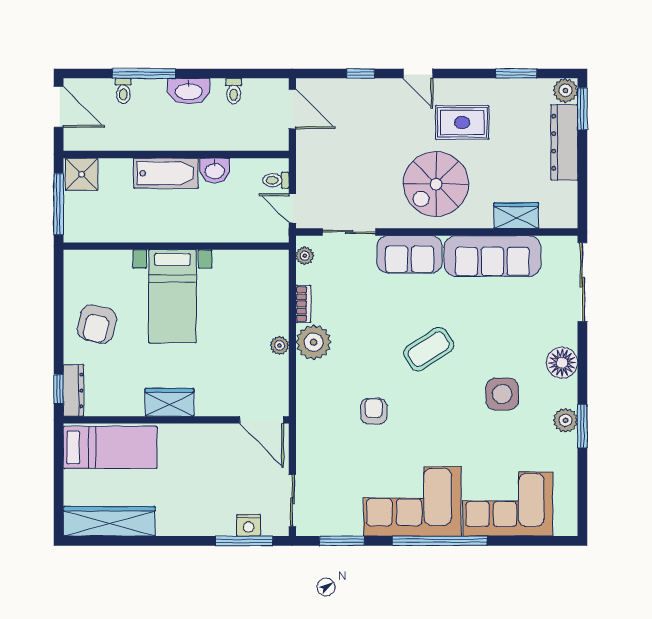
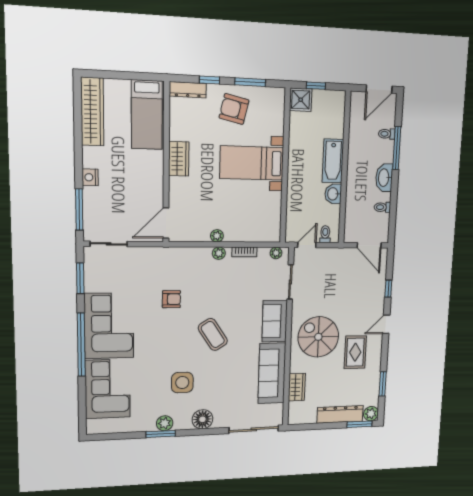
door: (292, 109) -> (369, 245), hinge flipped
shower: (82, 174) -> (301, 100), moved
window: (59, 204) -> (316, 86), width x0.46
window: (59, 302) -> (250, 82), added
plant: (314, 342) -> (219, 253), width x0.53, depth x0.53
window: (59, 389) -> (210, 80), moved
nightstand: (249, 525) -> (90, 177), moved

